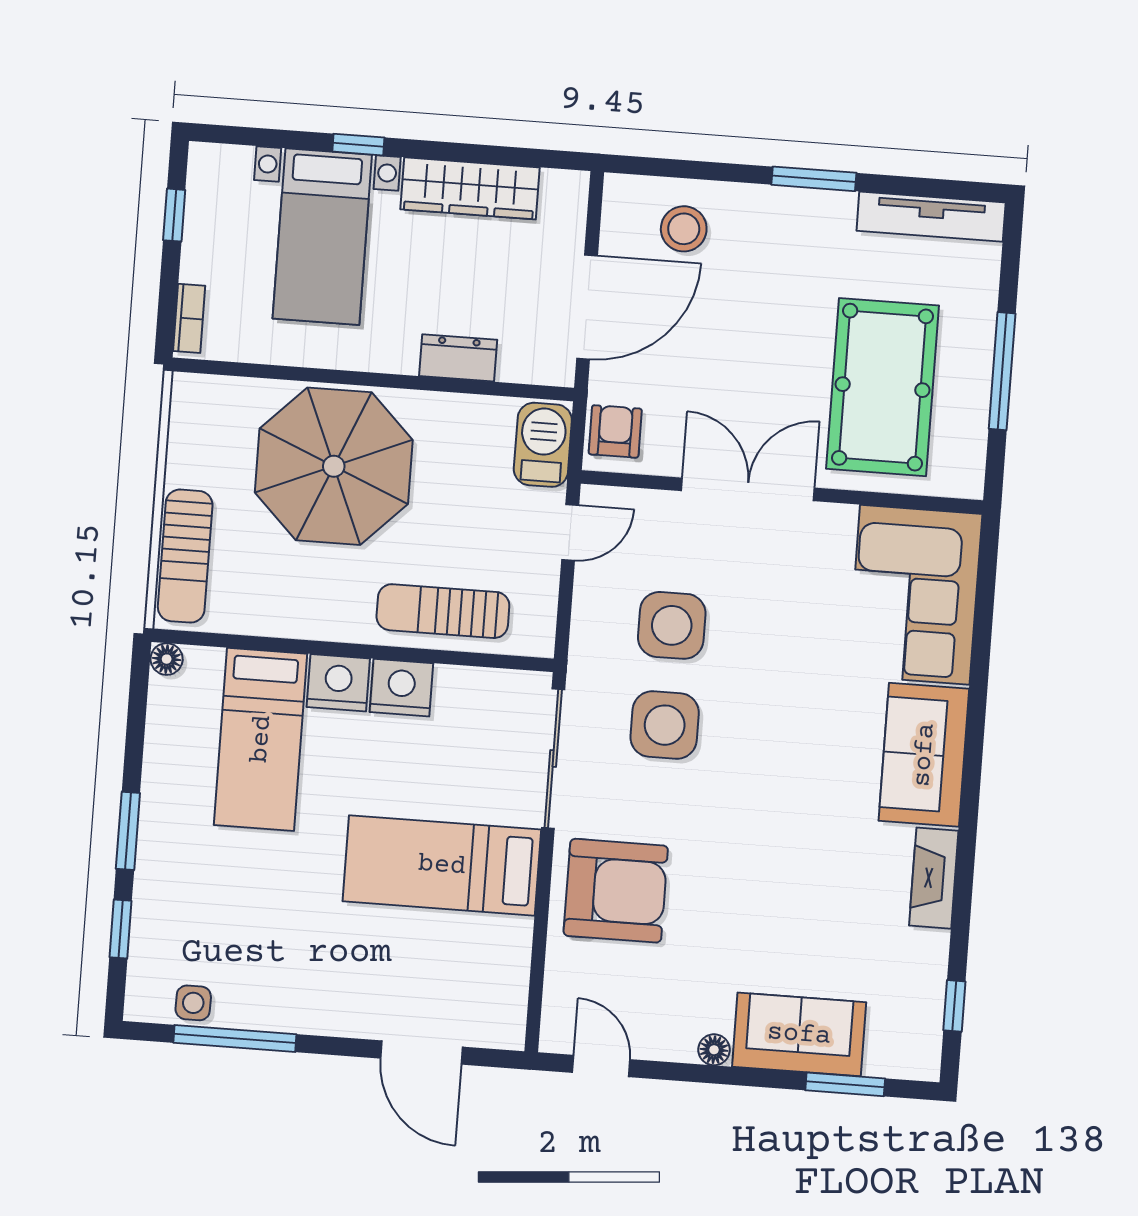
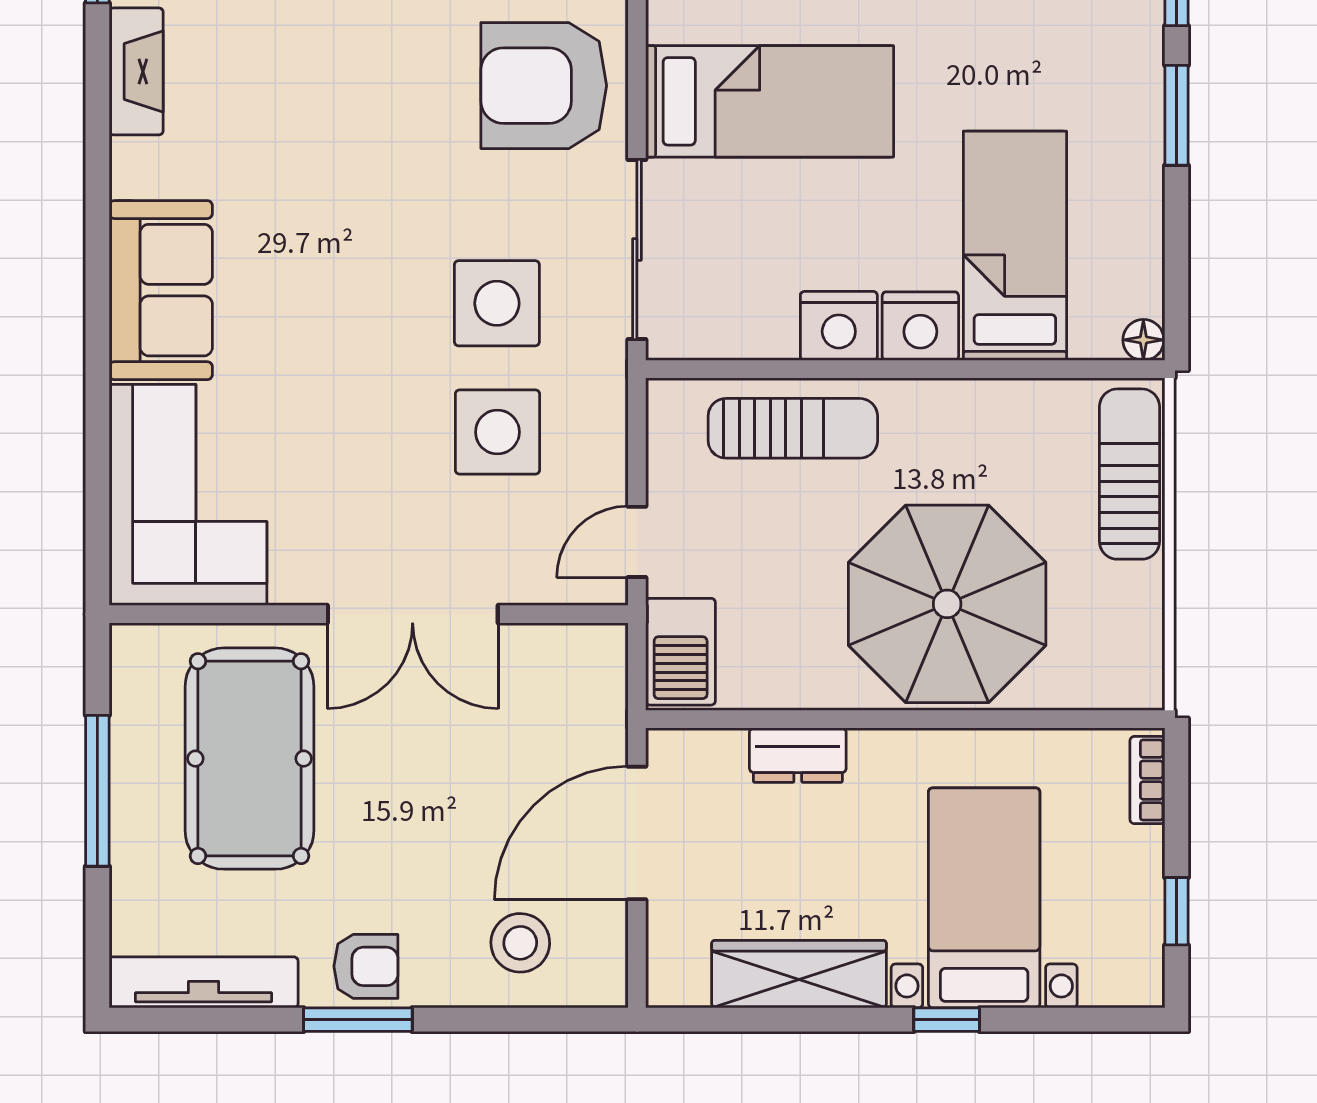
armchair: (615, 431) -> (366, 966), moved, turned -90
fireplace: (934, 878) -> (136, 71), moved

